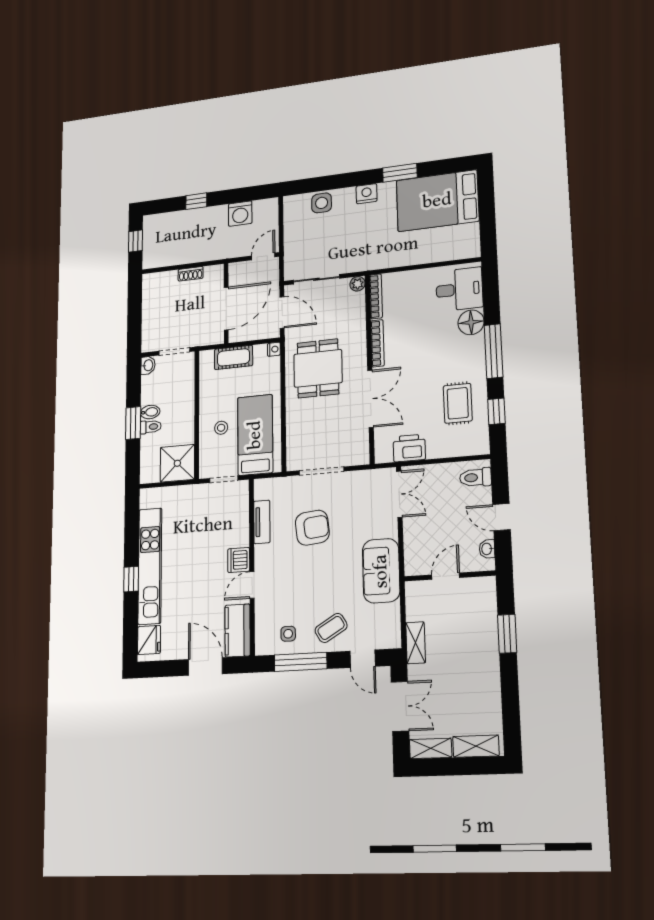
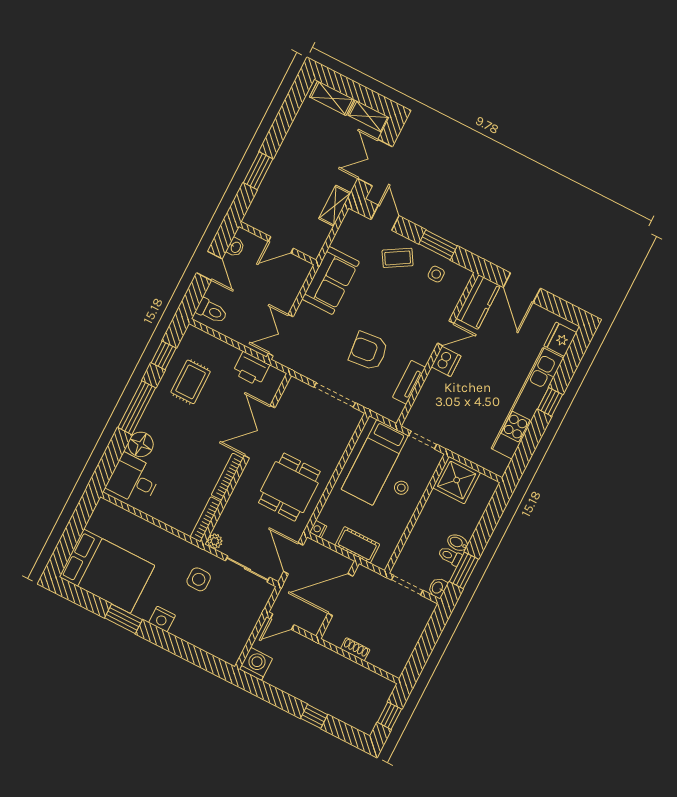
side table: (322, 203) -> (199, 579), moved
washing machine: (240, 214) -> (256, 664), moved
window: (133, 423) -> (464, 570), moved
toilet: (151, 427) -> (450, 556), moved
window: (301, 662) -> (438, 245), width x0.69

